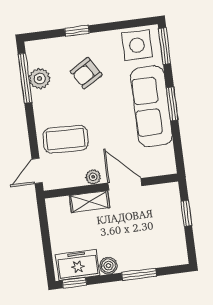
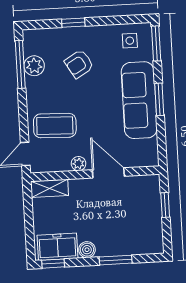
side table: (137, 45) -> (130, 41), width x0.54, depth x0.54
shelving: (89, 202) -> (49, 188), moved

